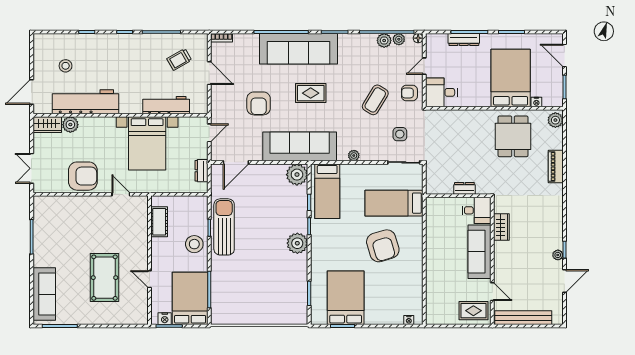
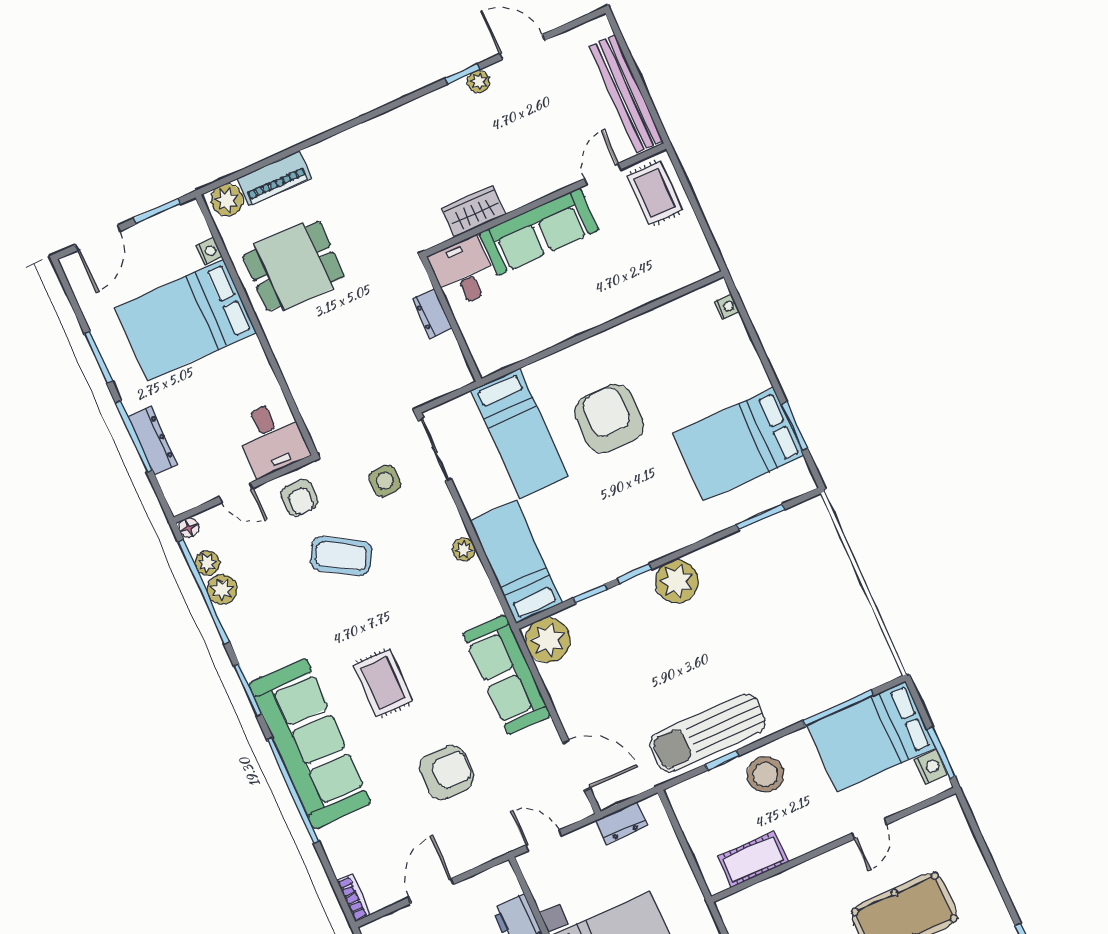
sofa: (300, 146) -> (507, 675), width x0.74, depth x0.79
piano: (556, 166) -> (274, 178), moved
bed: (327, 191) -> (516, 562), moved, turned -90
armchair: (383, 246) -> (609, 419), turned -73

